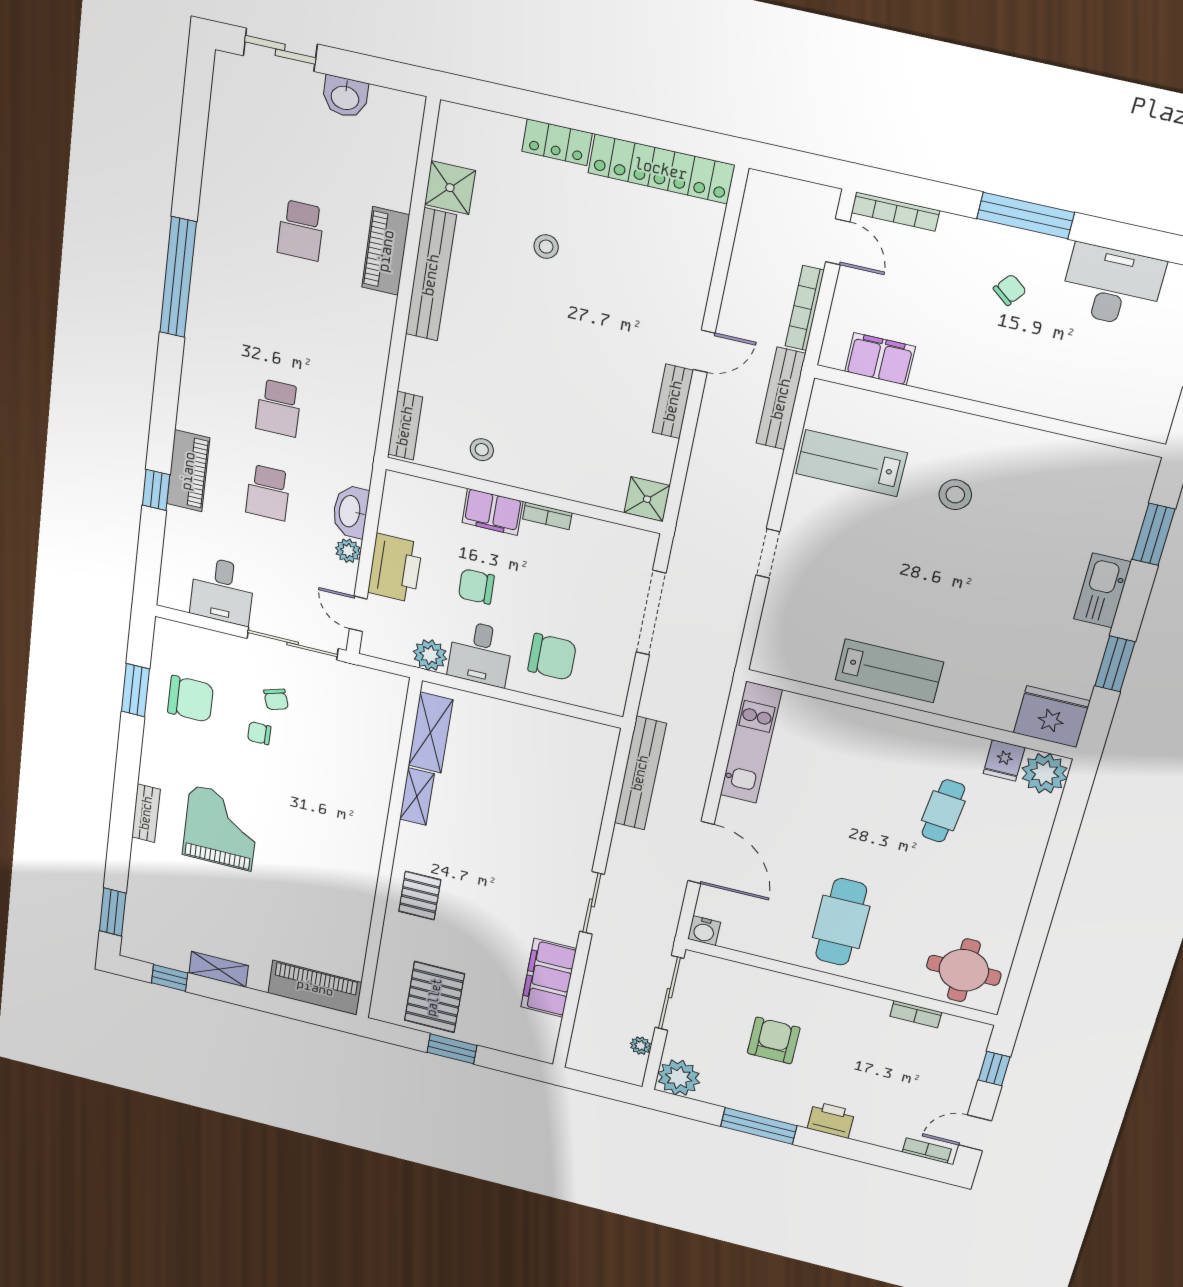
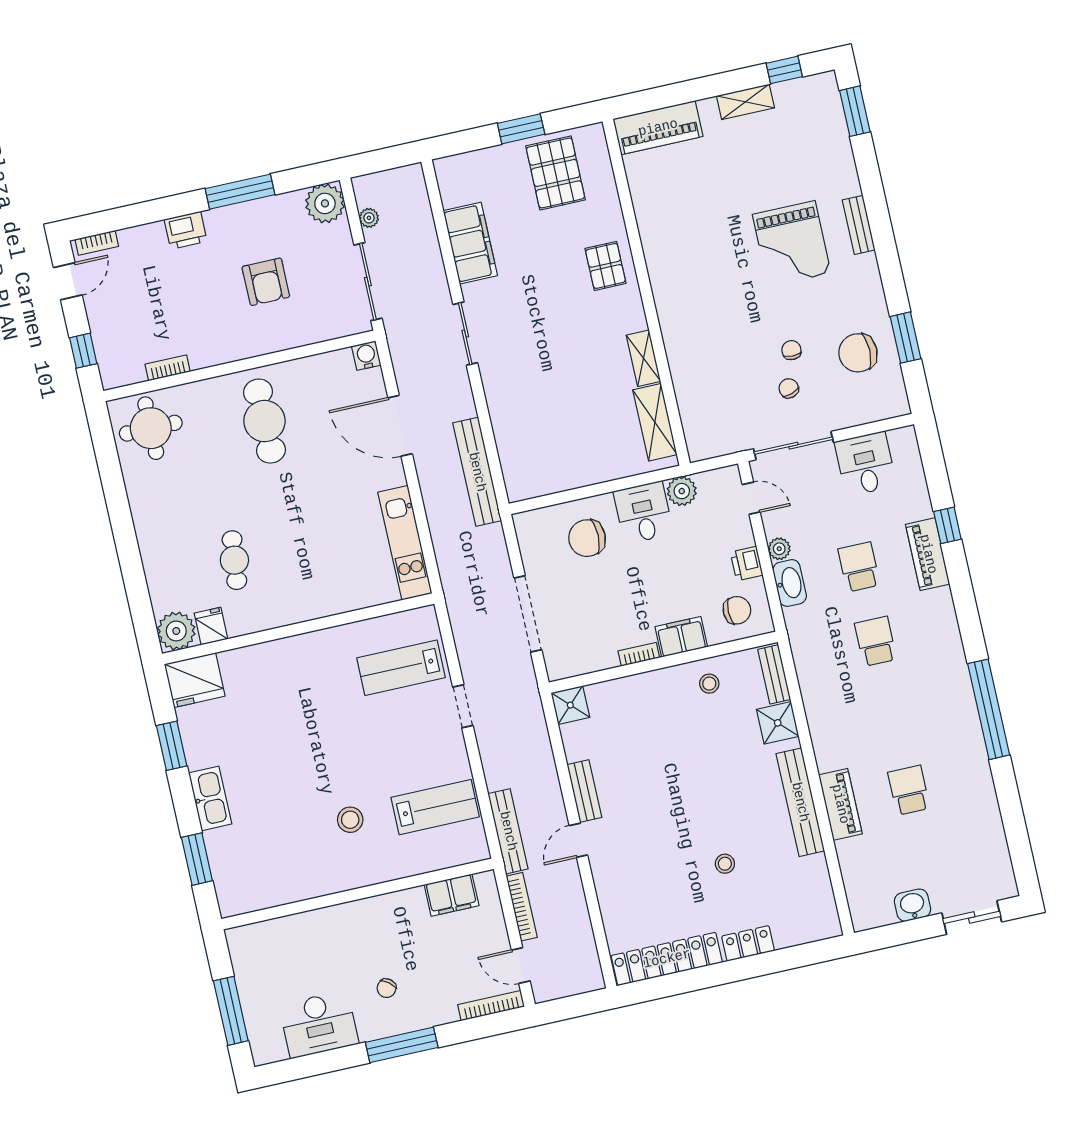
shower: (450, 188) -> (778, 723), moved
printer: (395, 568) -> (747, 564), width x0.53, depth x0.68
chair: (476, 587) -> (737, 610), moved
lab bench: (889, 671) -> (401, 668), moved
chair: (259, 733) -> (791, 350), turned -90

